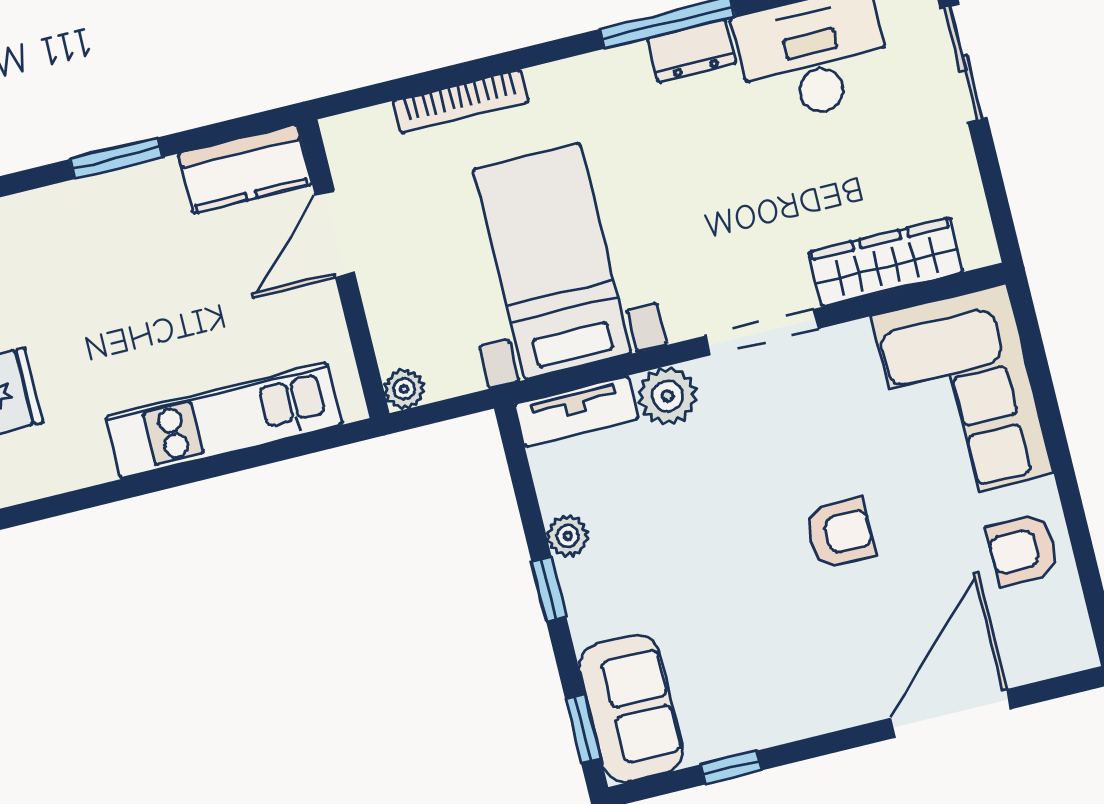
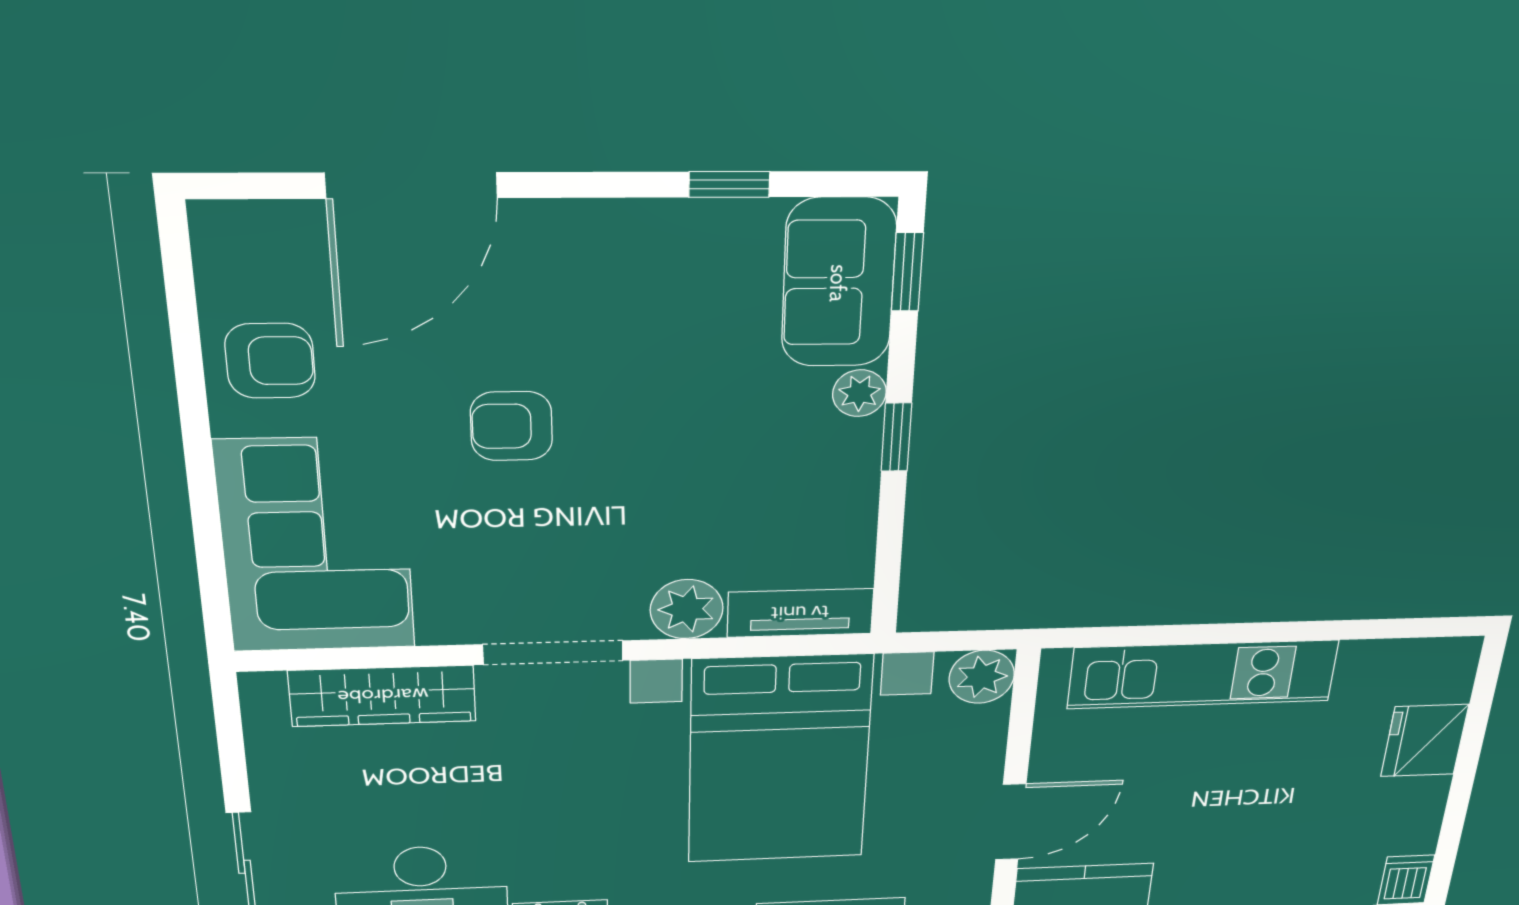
bed with nightstands: (552, 261) -> (779, 760), width x1.36
plant: (404, 389) -> (982, 677), width x1.38, depth x1.38
plant: (568, 536) -> (859, 393), moved

